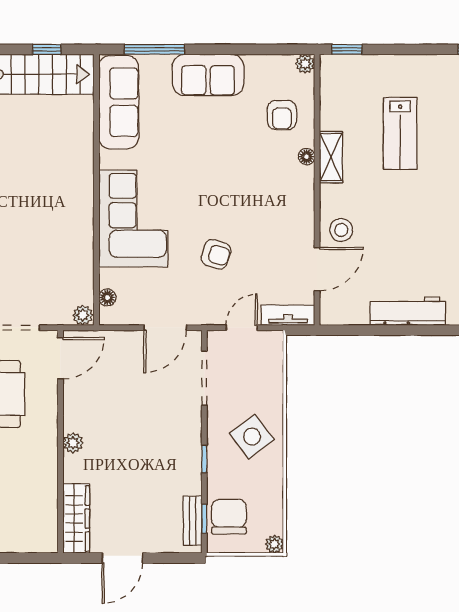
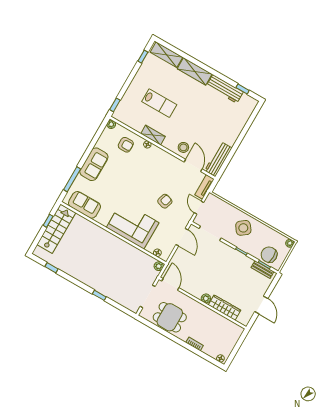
sofa: (119, 102) -> (84, 205), width x0.73
workbench: (408, 311) -> (218, 159), moved
wardrobe: (76, 519) -> (225, 308), moved

